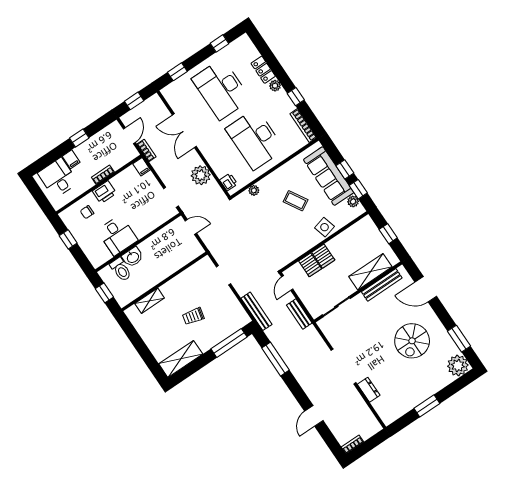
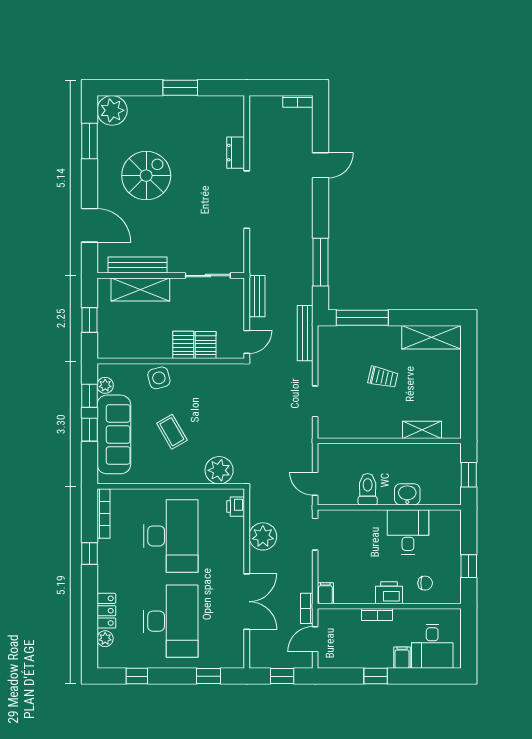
plant: (275, 86) -> (105, 639), moved
plant: (254, 190) -> (219, 470), width x1.87, depth x1.87
toilet: (121, 270) -> (368, 489), moved

